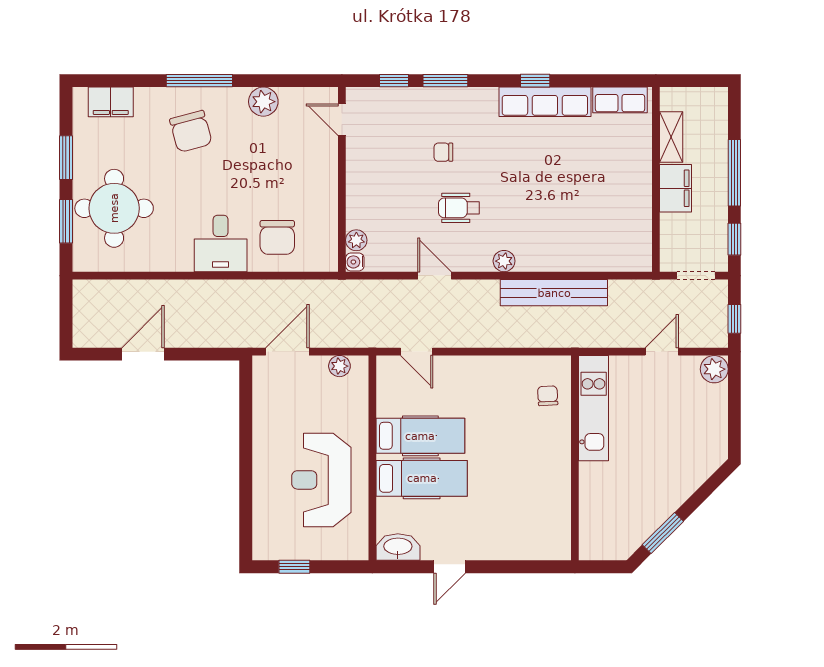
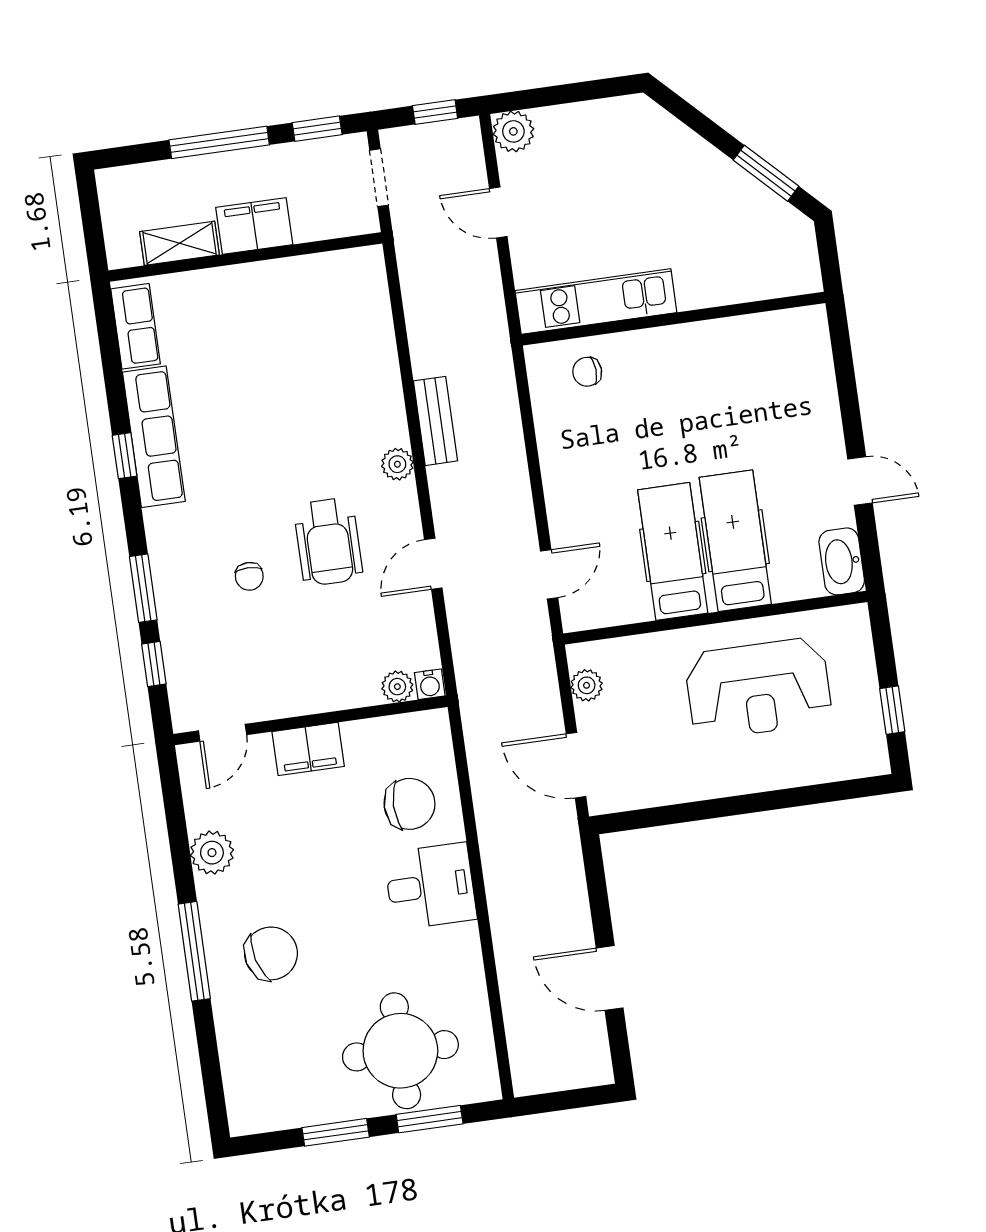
filing cabinet: (111, 102) -> (308, 749), moved, turned 90
wheelchair: (459, 208) -> (328, 542), width x1.36, depth x1.37
bench: (554, 293) -> (435, 421), width x0.54, depth x0.82

